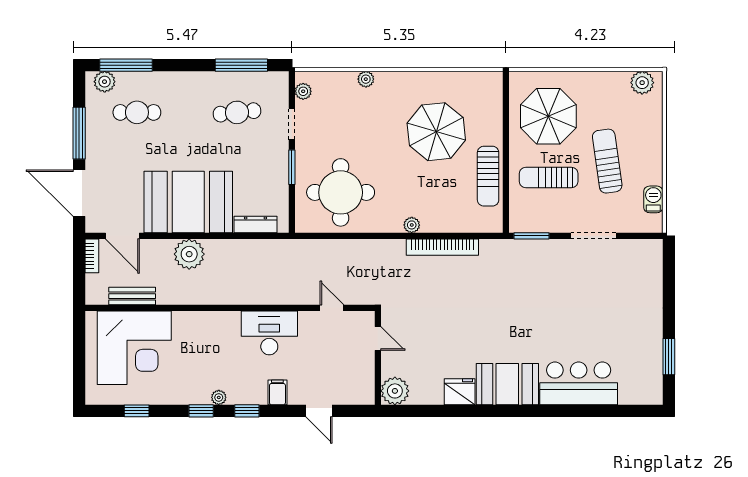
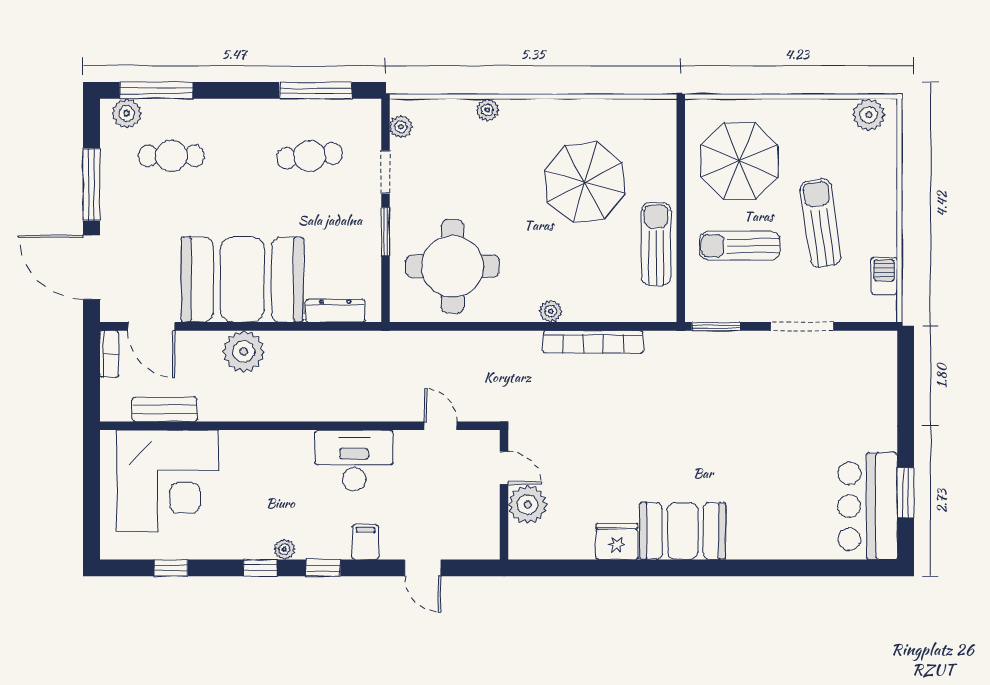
sun lounger: (488, 176) -> (656, 244), turned 180
bar counter: (579, 383) -> (868, 506), moved, turned -90
plant: (395, 391) -> (528, 505), moved

